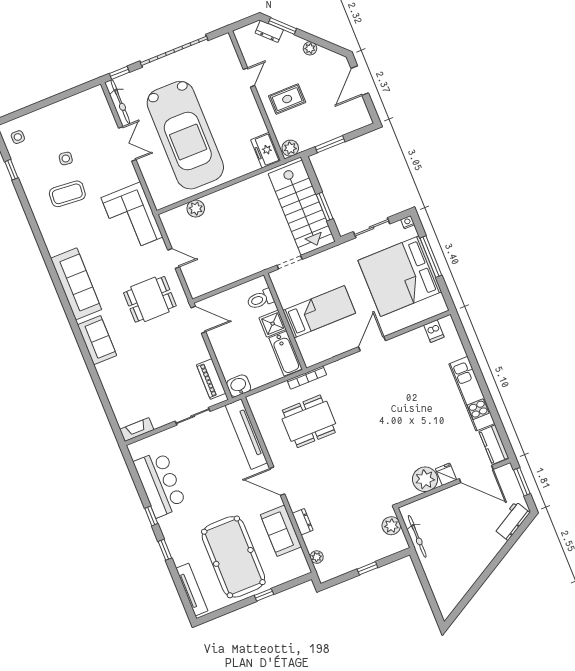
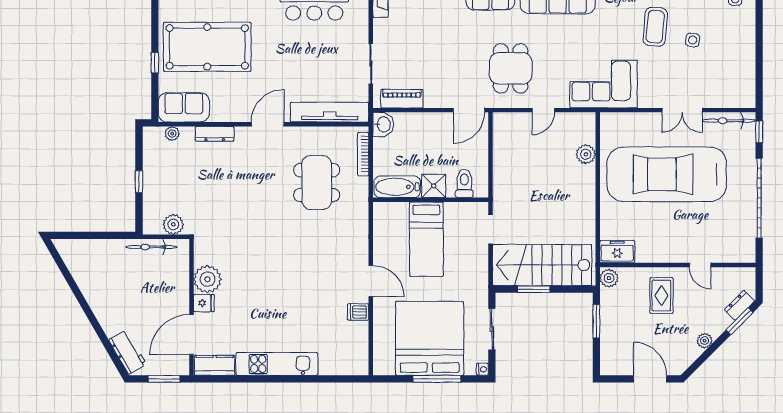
dishwasher: (434, 331) -> (358, 312), moved
bookcase: (307, 377) -> (363, 154), moved
dresser: (303, 522) -> (215, 134), width x1.44
sofa: (281, 531) -> (184, 107), moved

